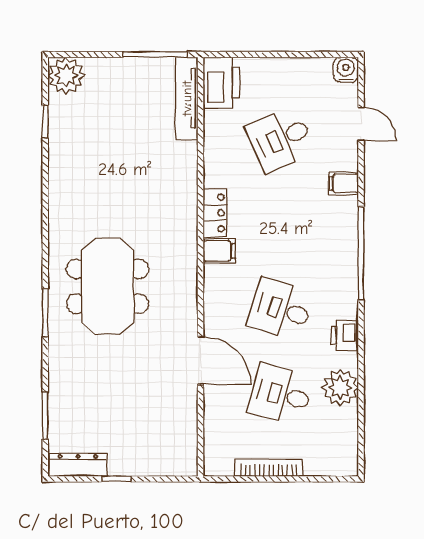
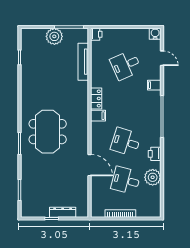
plant: (66, 75) -> (54, 36), moved
printer: (221, 83) -> (96, 34), width x0.53, depth x0.68
tv unit: (187, 98) -> (83, 62), moved
dresser: (78, 465) -> (63, 212), moved

